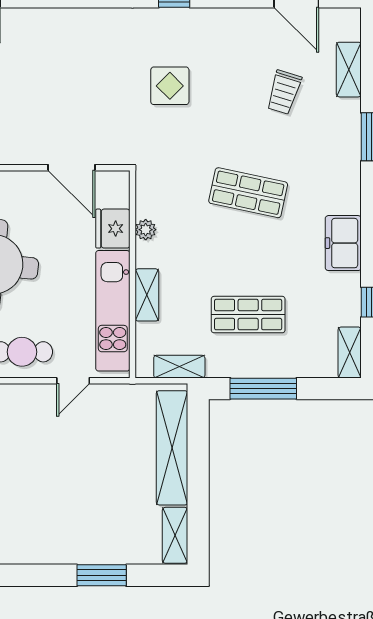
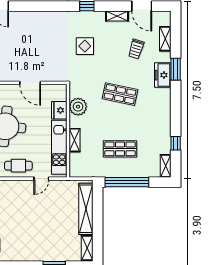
door: (71, 168) -> (30, 83), moved
plant: (146, 230) -> (78, 107), width x1.87, depth x1.87
freezer: (343, 243) -> (163, 75), moved
shelving: (179, 367) -> (117, 16), moved
window: (263, 389) -> (127, 182), width x1.46

